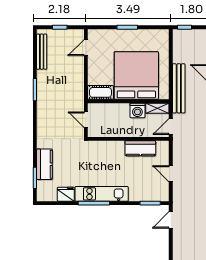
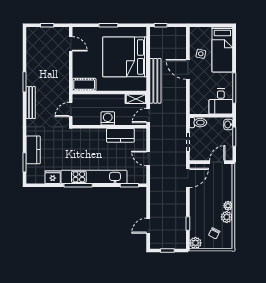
door: (86, 48) -> (71, 44), swing flipped
bench: (42, 52) -> (31, 103), moved
bed: (136, 76) -> (125, 57), moved, turned -90
washing machine: (137, 110) -> (108, 118), moved, turned 180
door: (86, 120) -> (71, 109), hinge flipped
kitchen unit: (102, 194) -> (94, 177), width x1.36
door: (171, 220) -> (148, 226), moved

